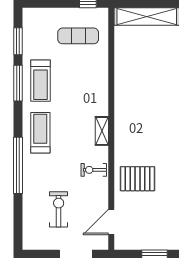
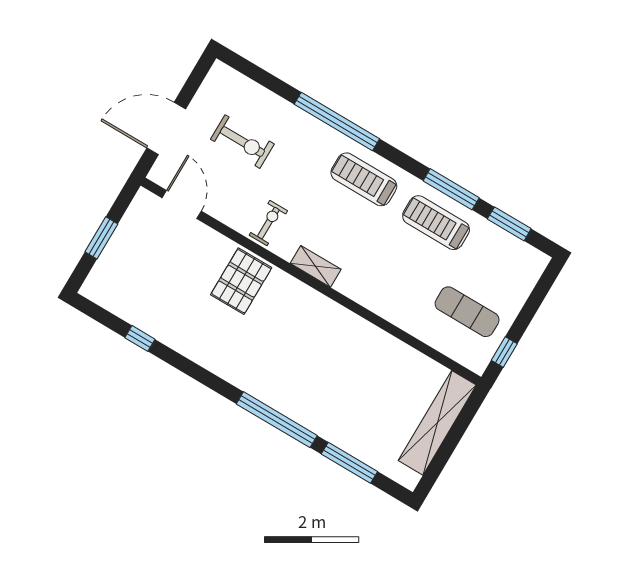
exercise mat: (78, 36) -> (467, 312), turned 90
treadmill: (40, 133) -> (364, 179), turned 180
pallet: (138, 179) -> (241, 281), moved

